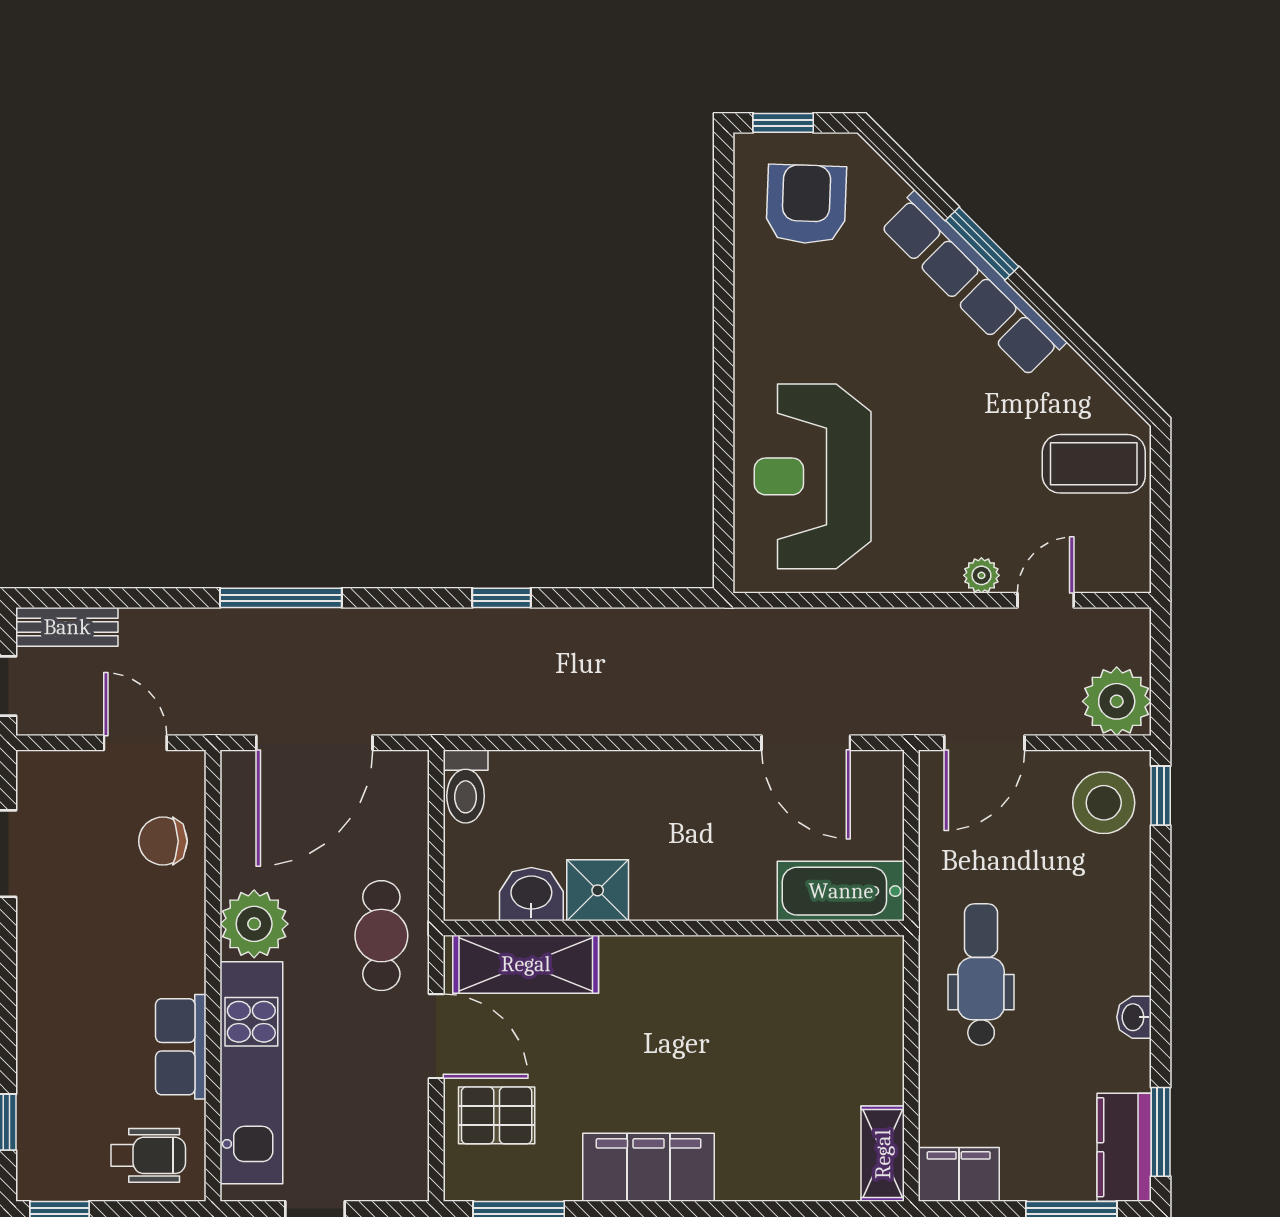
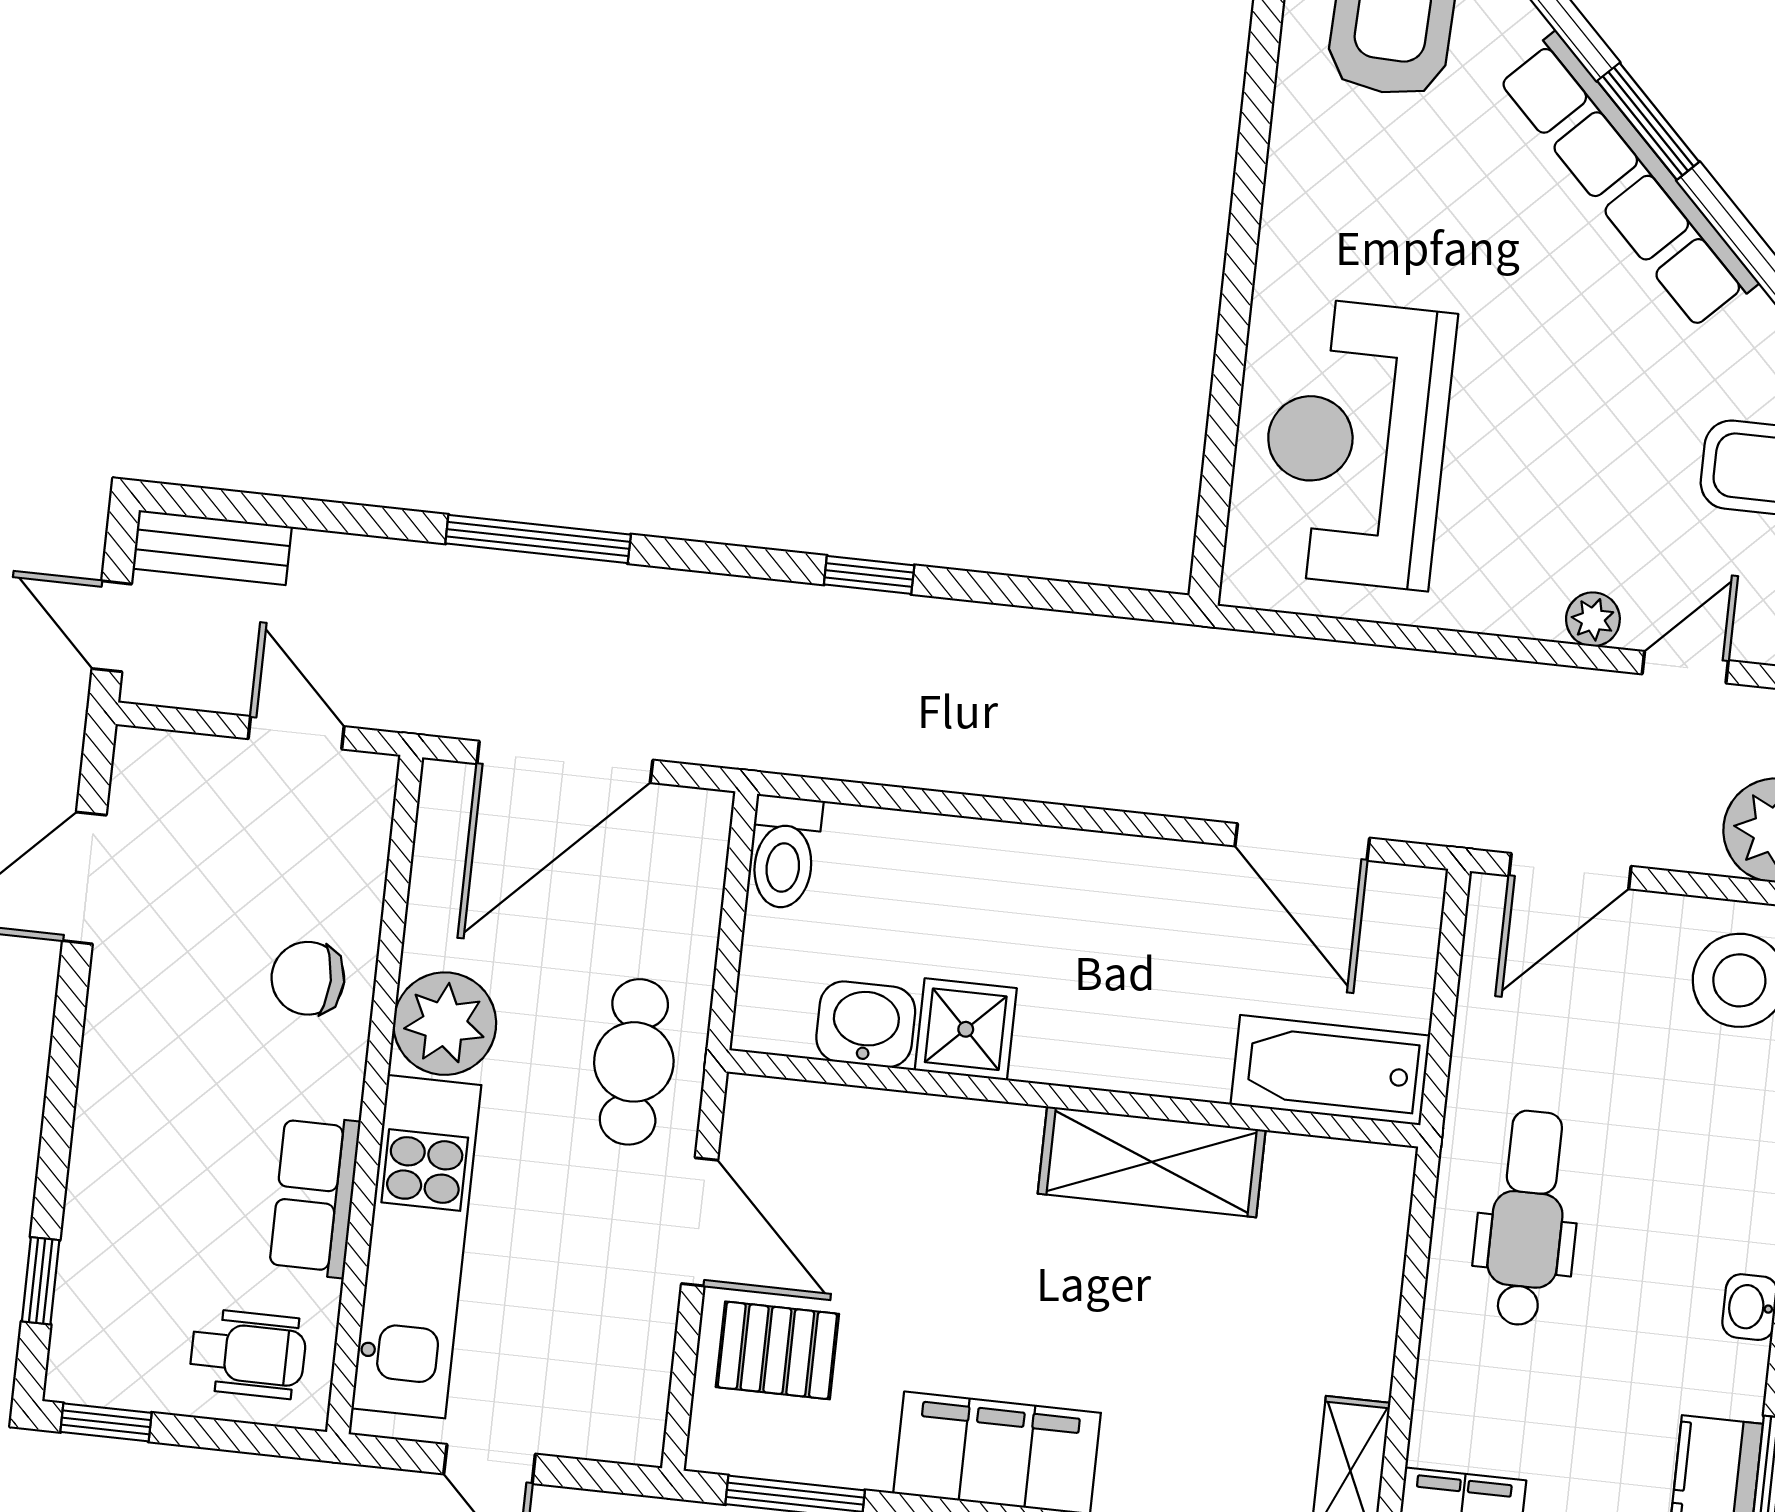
chair: (163, 841) -> (308, 978), moved
shelving: (526, 964) -> (1152, 1162), moved

